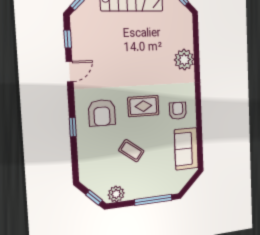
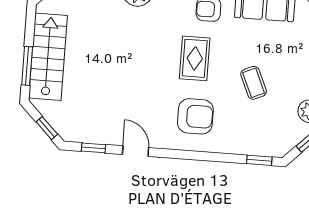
window: (73, 127) -> (259, 160), moved
coffee table: (131, 151) -> (254, 83), turned -61

